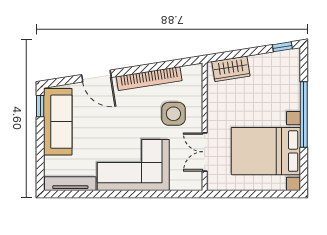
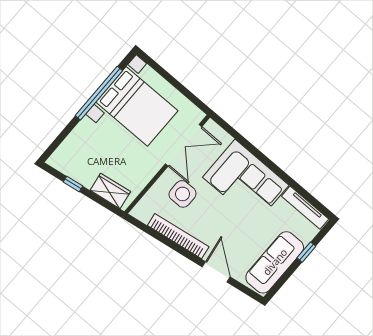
window: (282, 47) -> (73, 184), moved
window: (40, 106) -> (306, 252), moved
window: (304, 114) -> (99, 93), moved
double door: (205, 152) -> (184, 145), width x1.37

